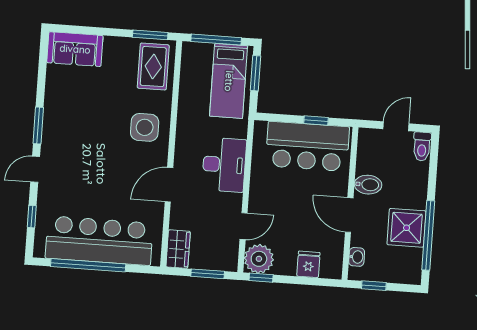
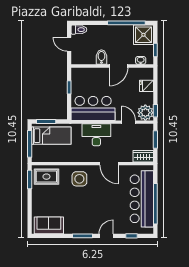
sofa: (75, 49) -> (49, 225), moved, turned -90
bar counter: (307, 146) -> (93, 108), moved, turned -90
door: (35, 169) -> (106, 236), swing flipped
shower: (407, 228) -> (143, 35), moved

